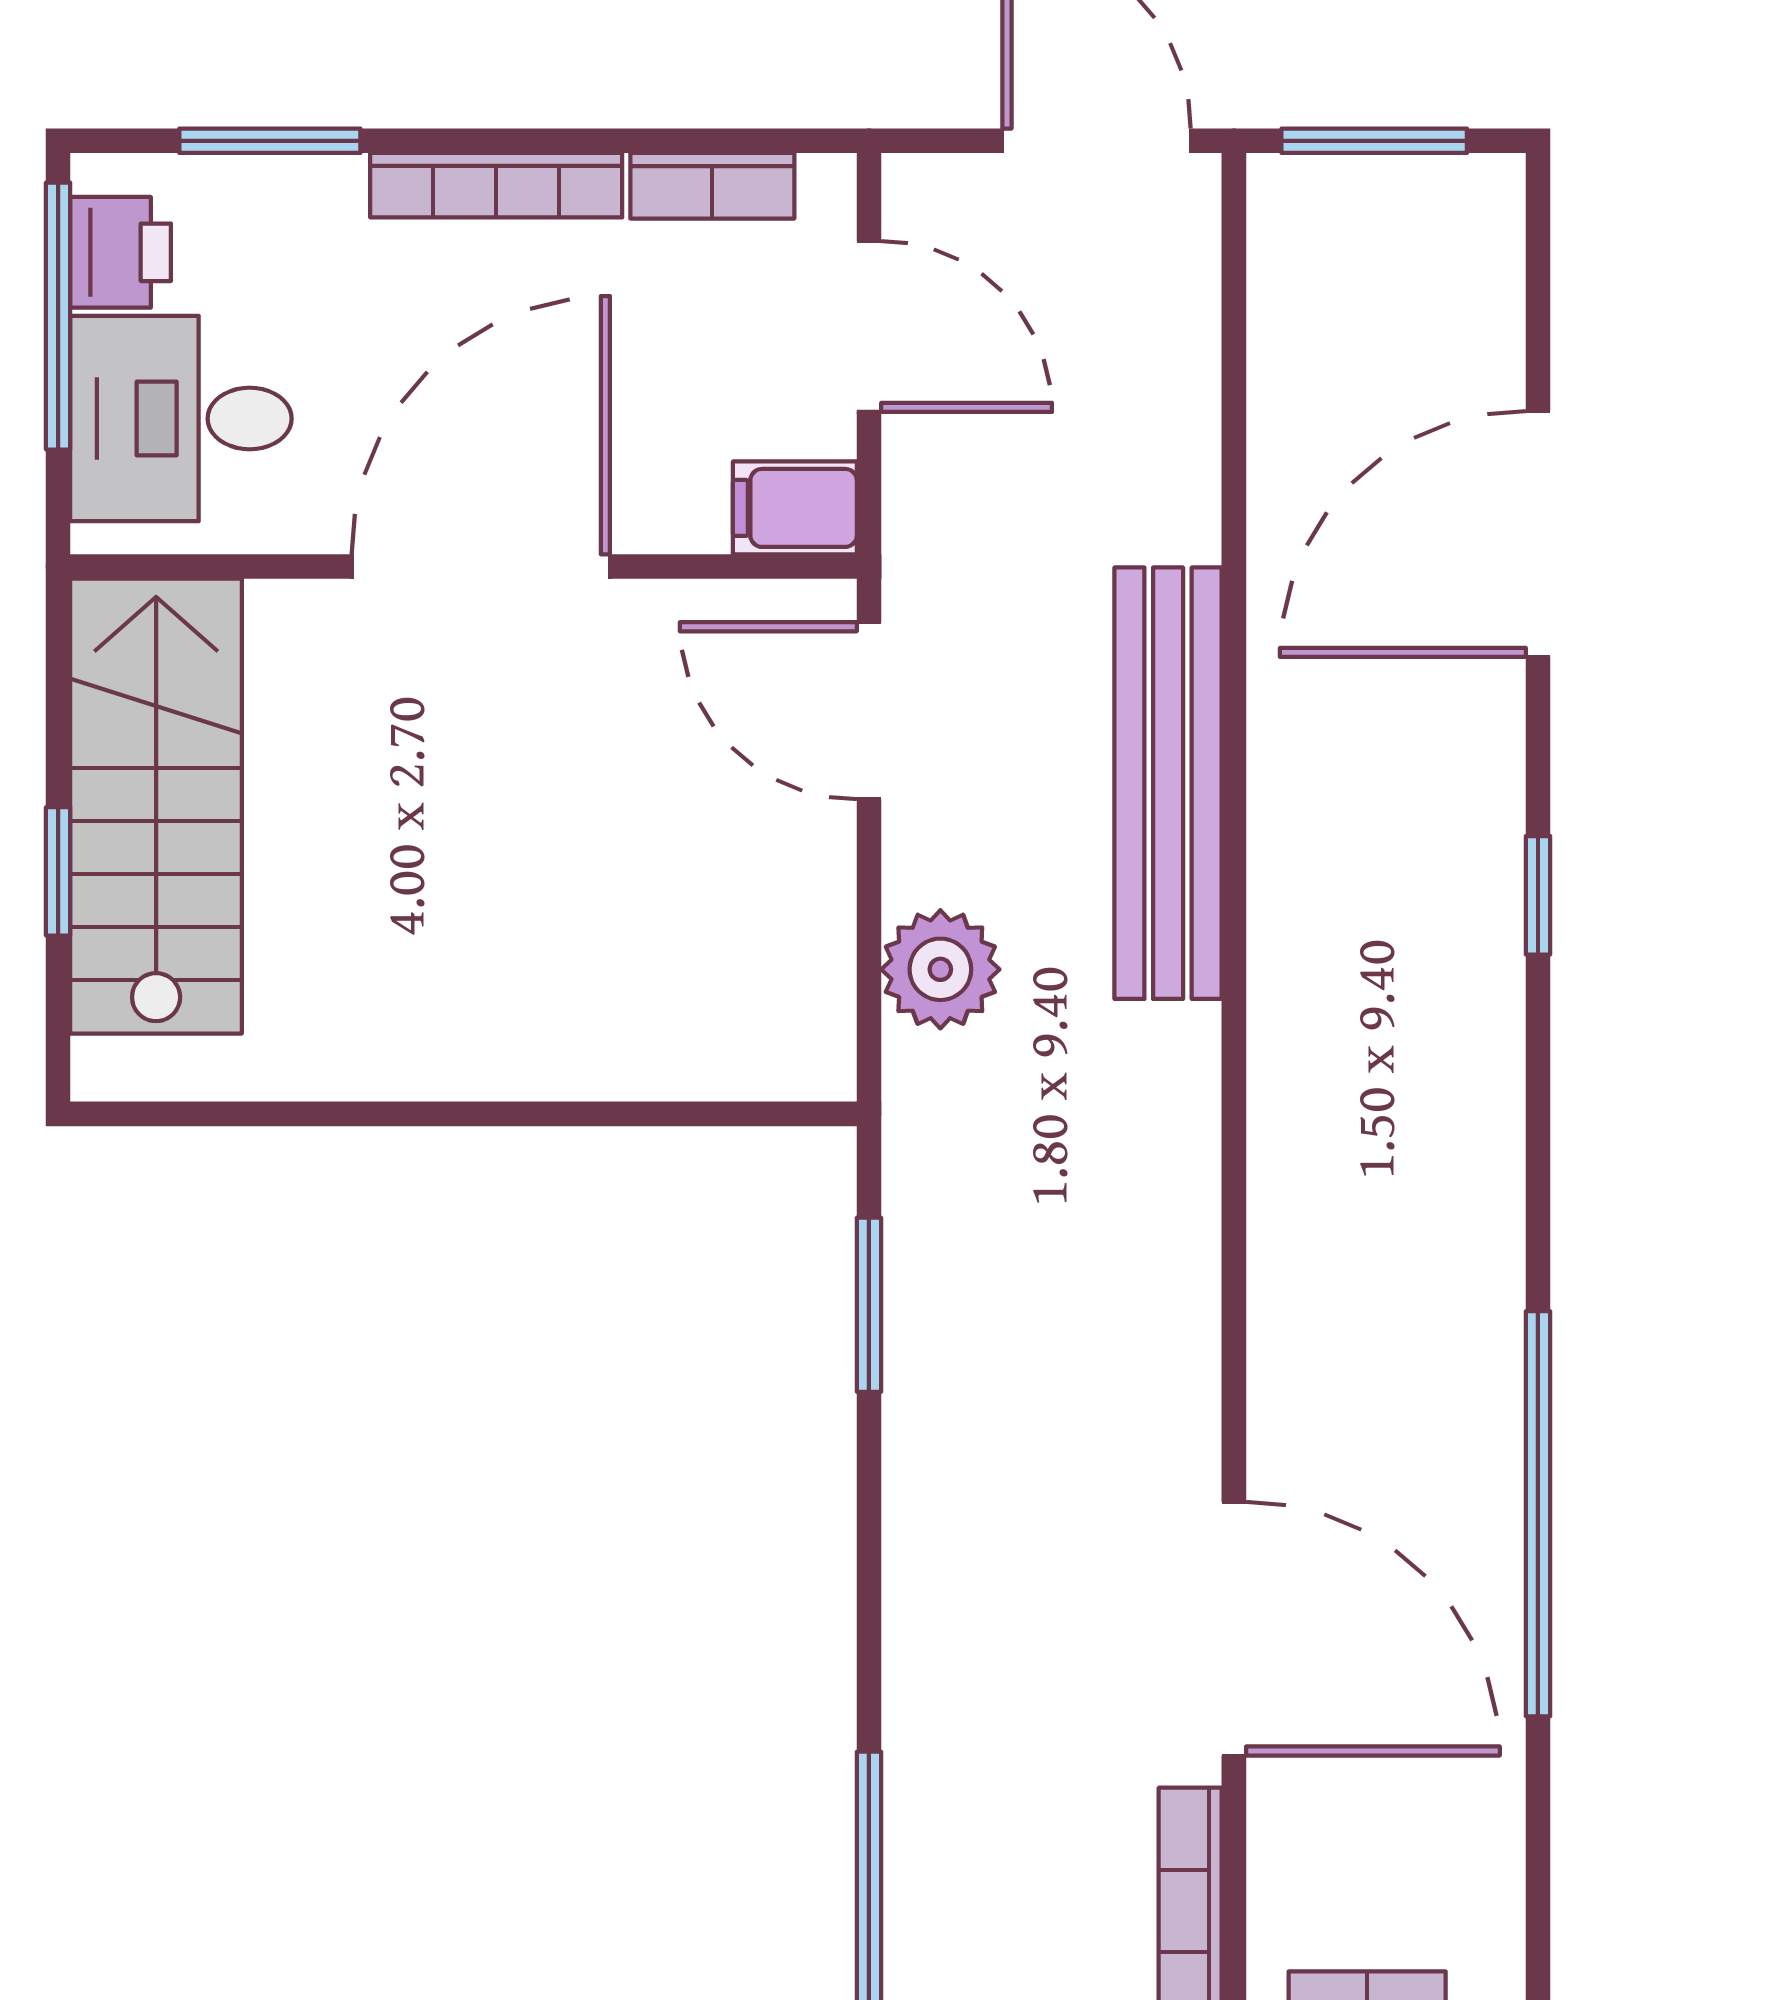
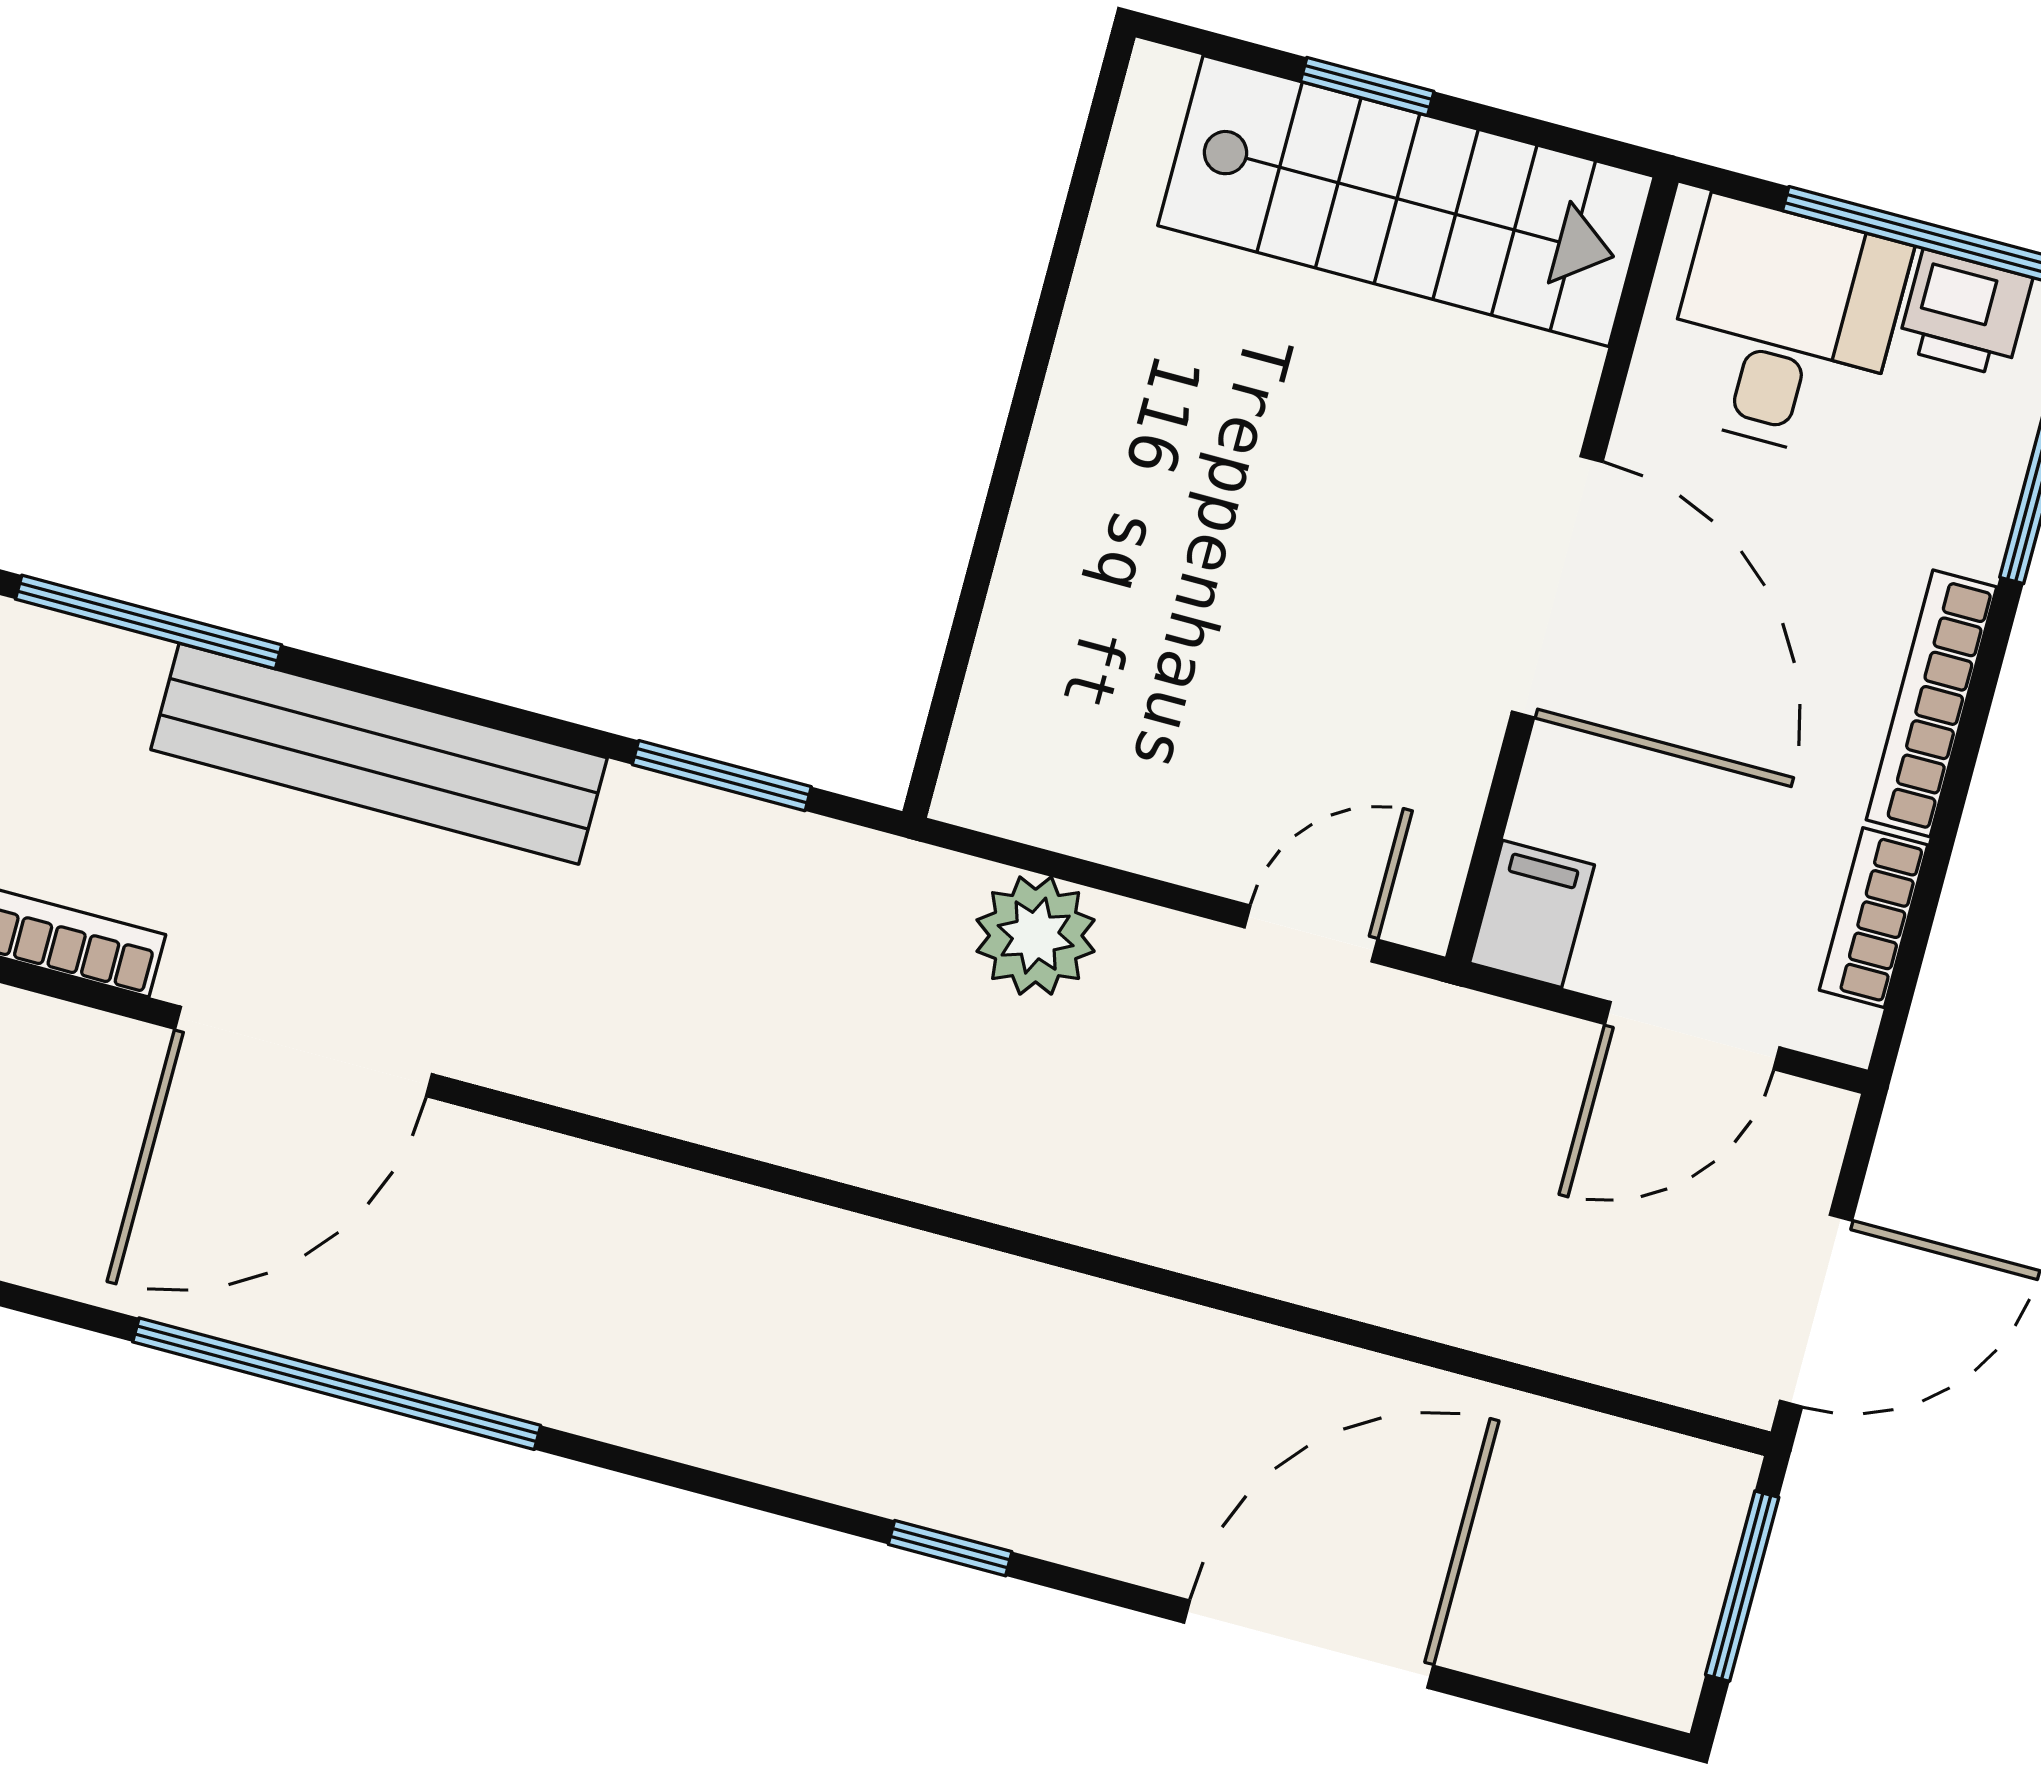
door: (1538, 534) -> (1309, 1644), hinge flipped
door: (869, 711) -> (1311, 934), width x0.73
bench: (1168, 783) -> (379, 754), moved

